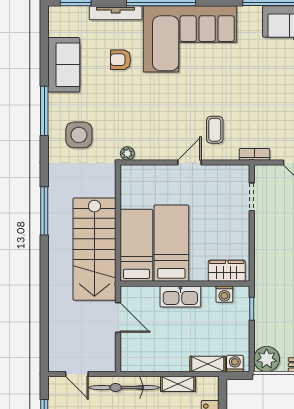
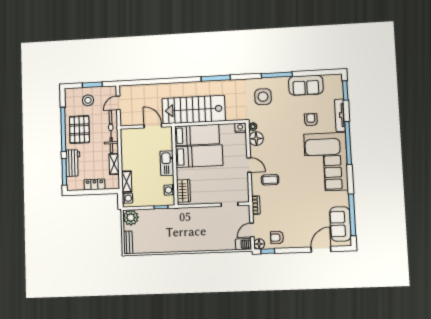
floor lamp: (147, 149) -> (256, 139), added
nightstand: (128, 174) -> (240, 128), added
door: (118, 318) -> (153, 126), swing flipped

